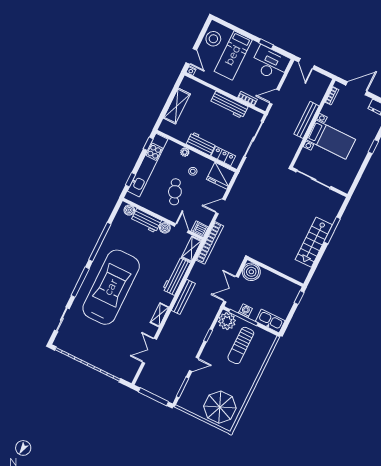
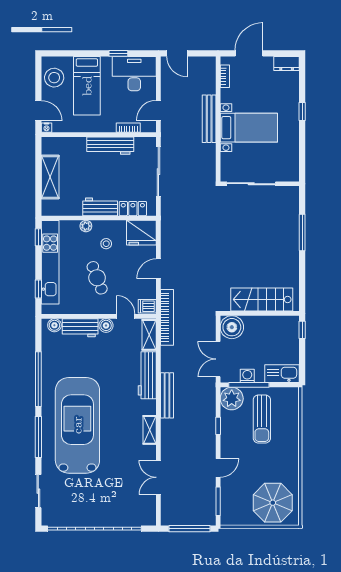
stairs: (314, 242) -> (262, 299), moved, turned 90

